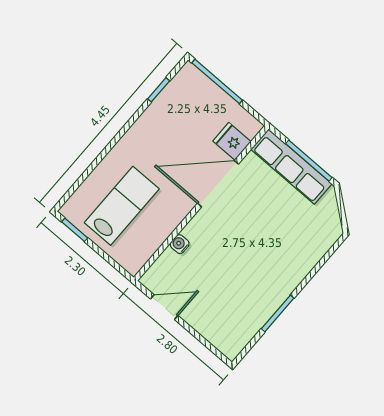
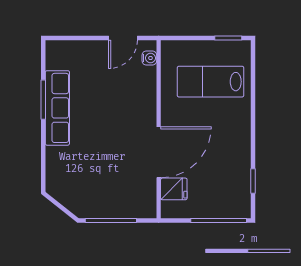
row of seats: (291, 167) -> (57, 108), moved, turned 90
lab bench: (122, 206) -> (211, 82), turned 90
water cooler: (180, 244) -> (149, 58), moved

